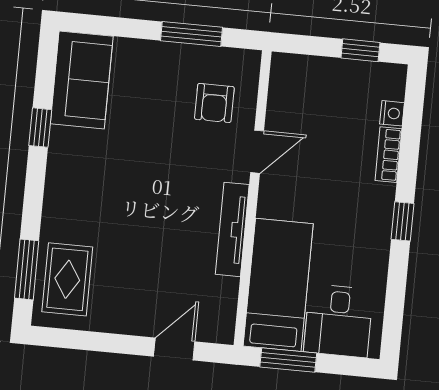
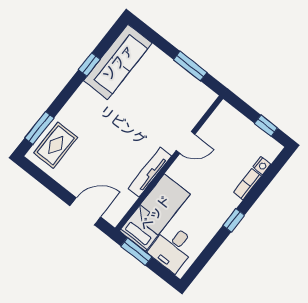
sofa: (82, 80) -> (118, 62), width x1.36
armchair: (214, 103) -> (180, 106), removed
door: (174, 349) -> (85, 211), width x1.38

